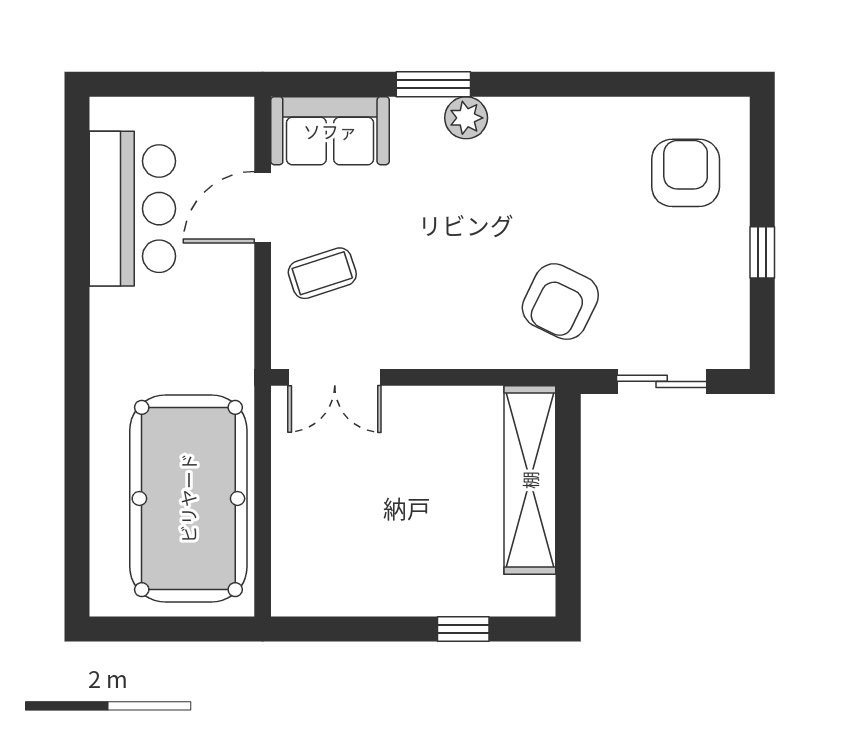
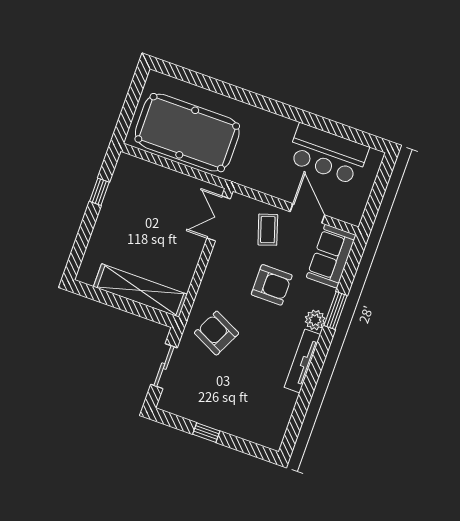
tv unit: (555, 114) -> (302, 361), added
armchair: (686, 173) -> (272, 285), moved
window: (463, 629) -> (99, 192), moved

